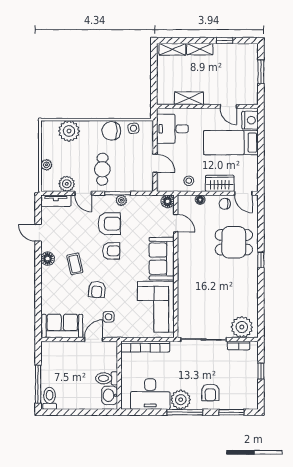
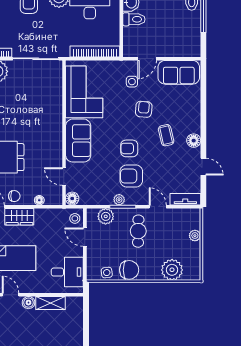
boiler: (211, 99) -> (28, 303), added
stool: (189, 181) -> (75, 218), moved
plant: (67, 184) -> (106, 216), moved

